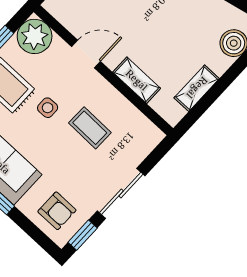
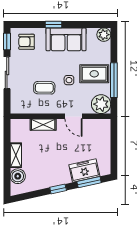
door: (86, 54) -> (74, 116), hinge flipped
shelving: (197, 88) -> (16, 155), moved

